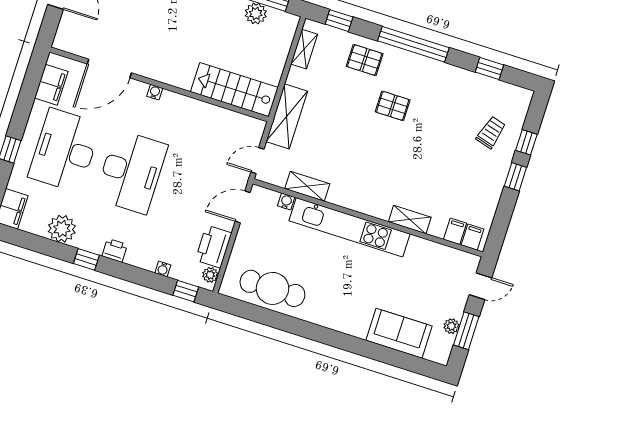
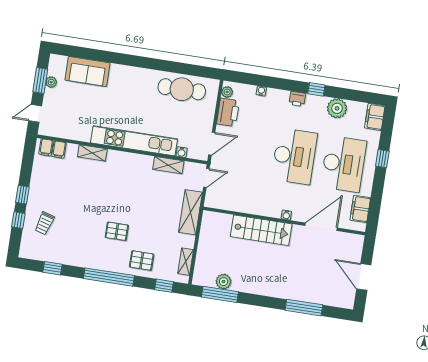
stairs: (234, 90) -> (261, 230), moved
desk: (131, 172) -> (294, 156), turned 180
window: (186, 291) -> (243, 78), removed

